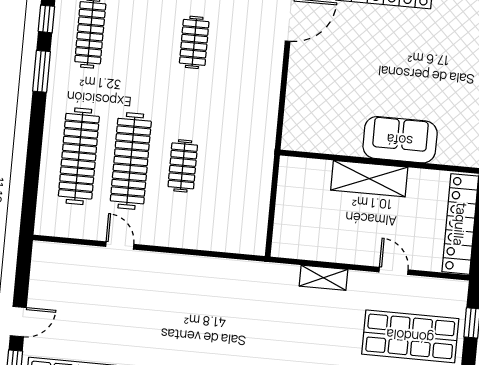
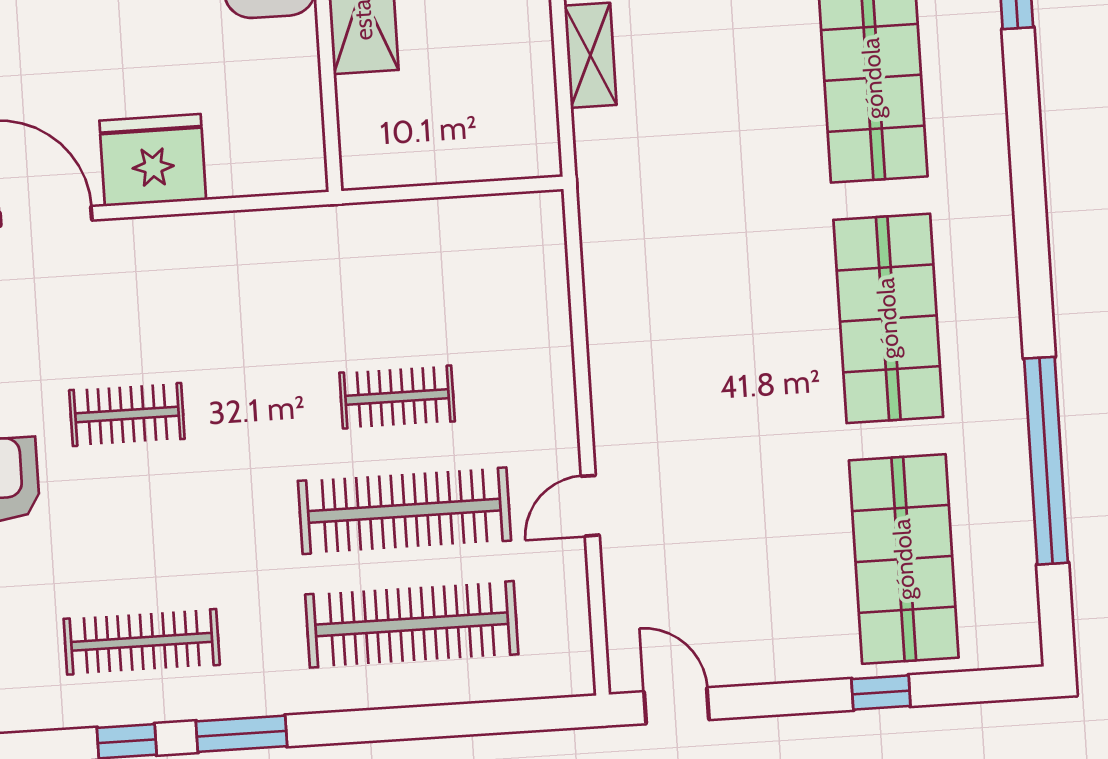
fridge: (307, 72) -> (153, 160), added
door: (18, 322) -> (676, 706), moved

